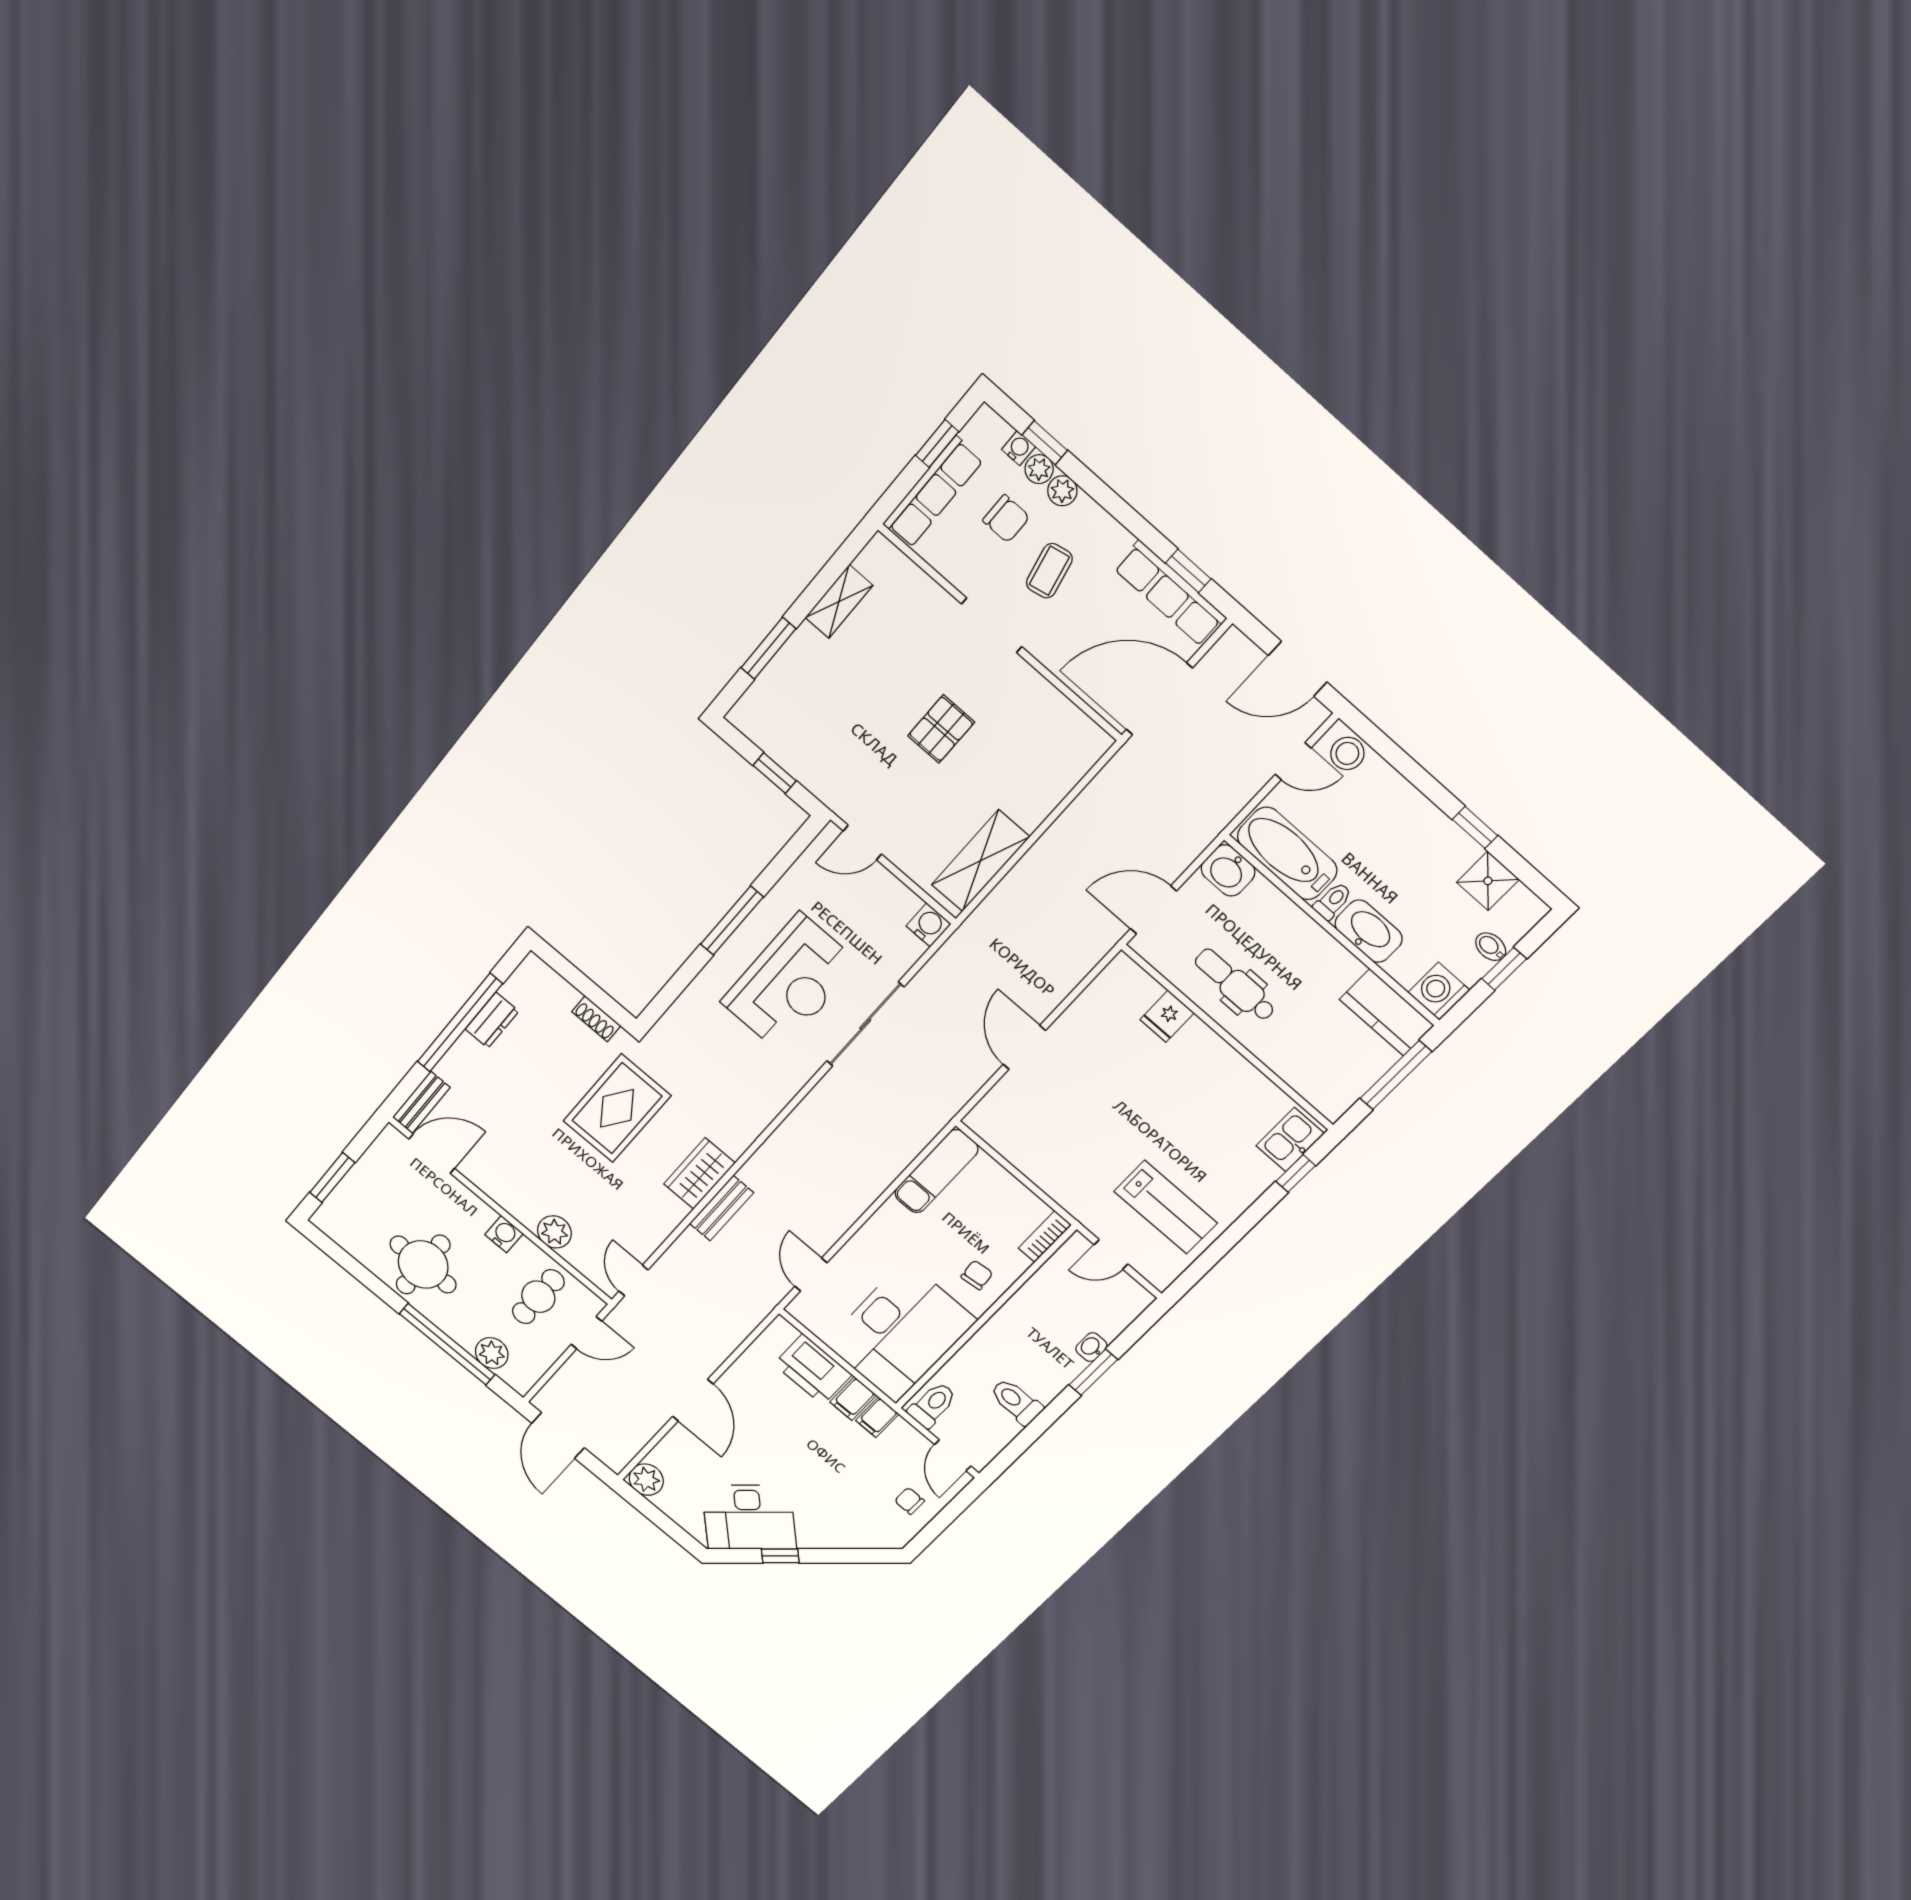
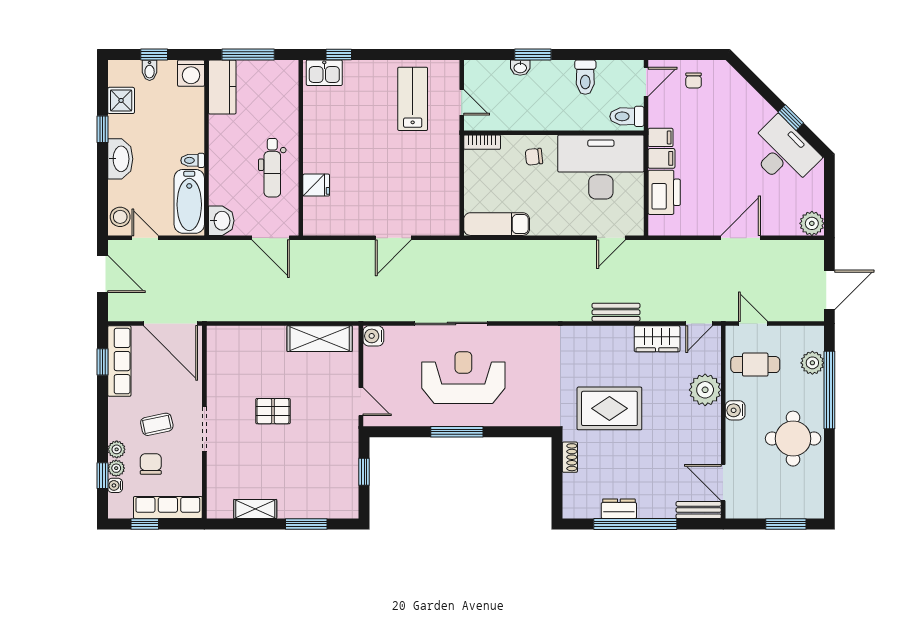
washbasin: (1369, 931) -> (120, 159), moved, turned 180
wardrobe: (699, 1174) -> (657, 339), moved
plant: (554, 1232) -> (705, 390), width x1.36, depth x1.36

